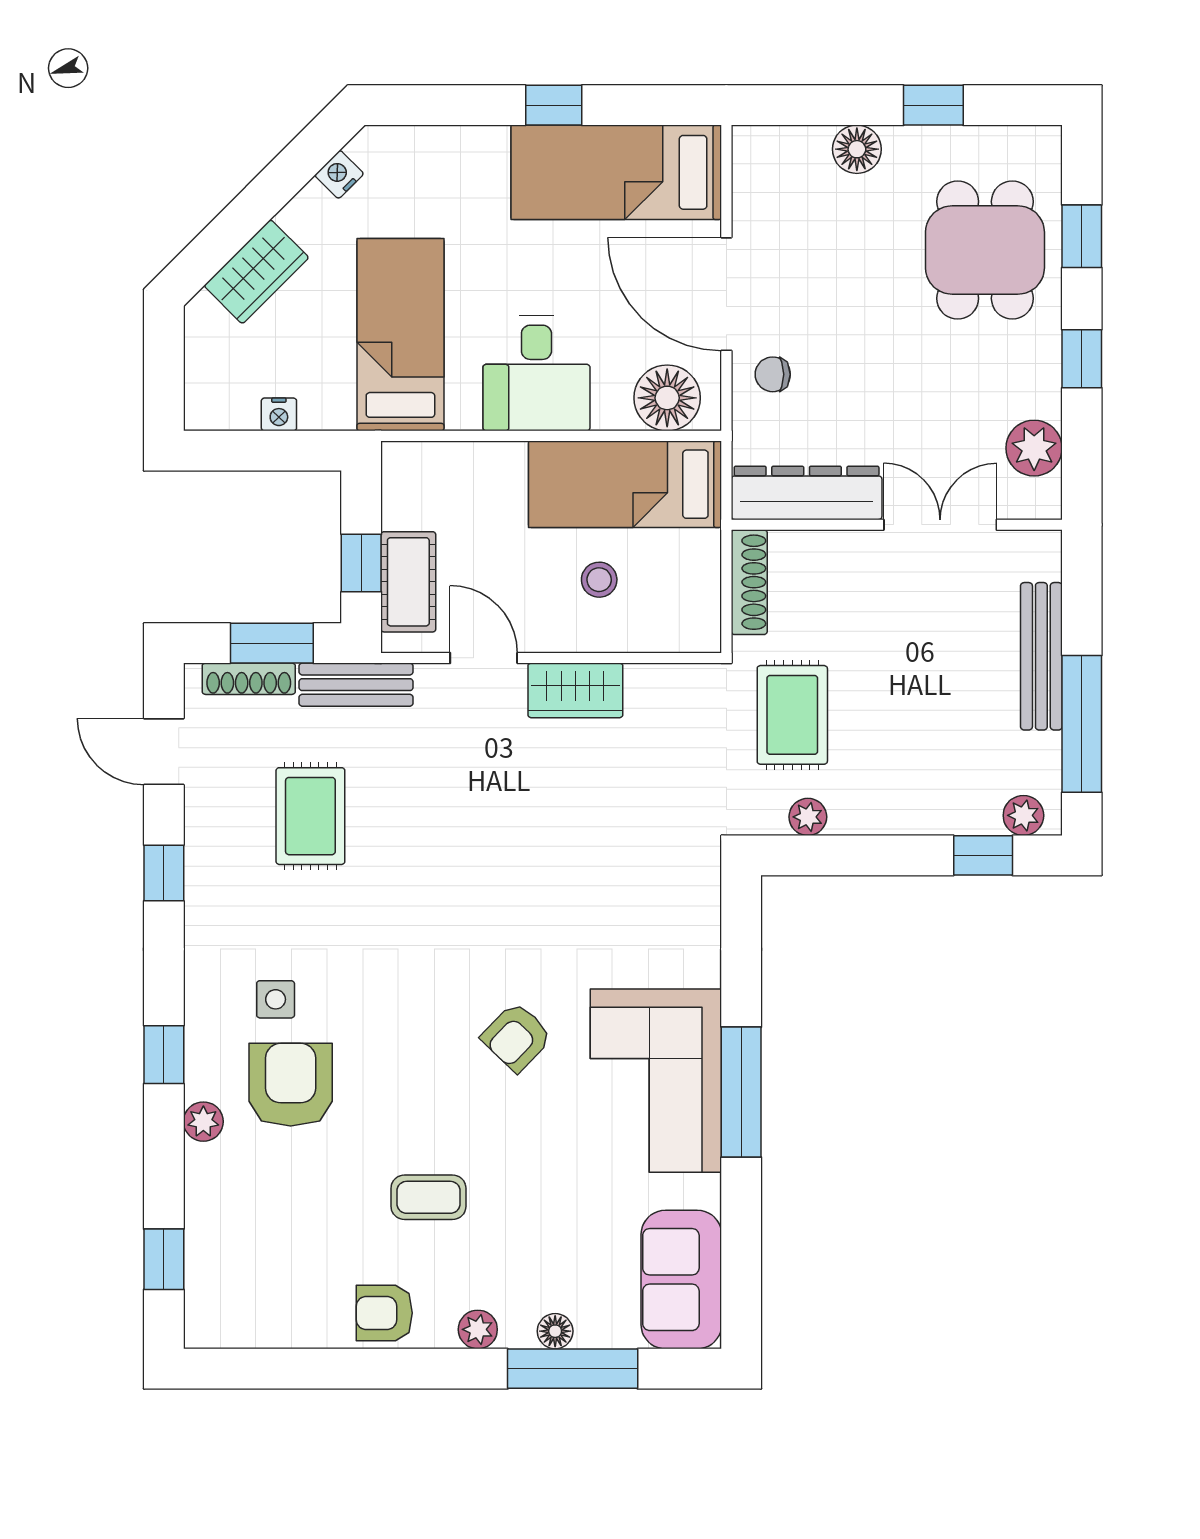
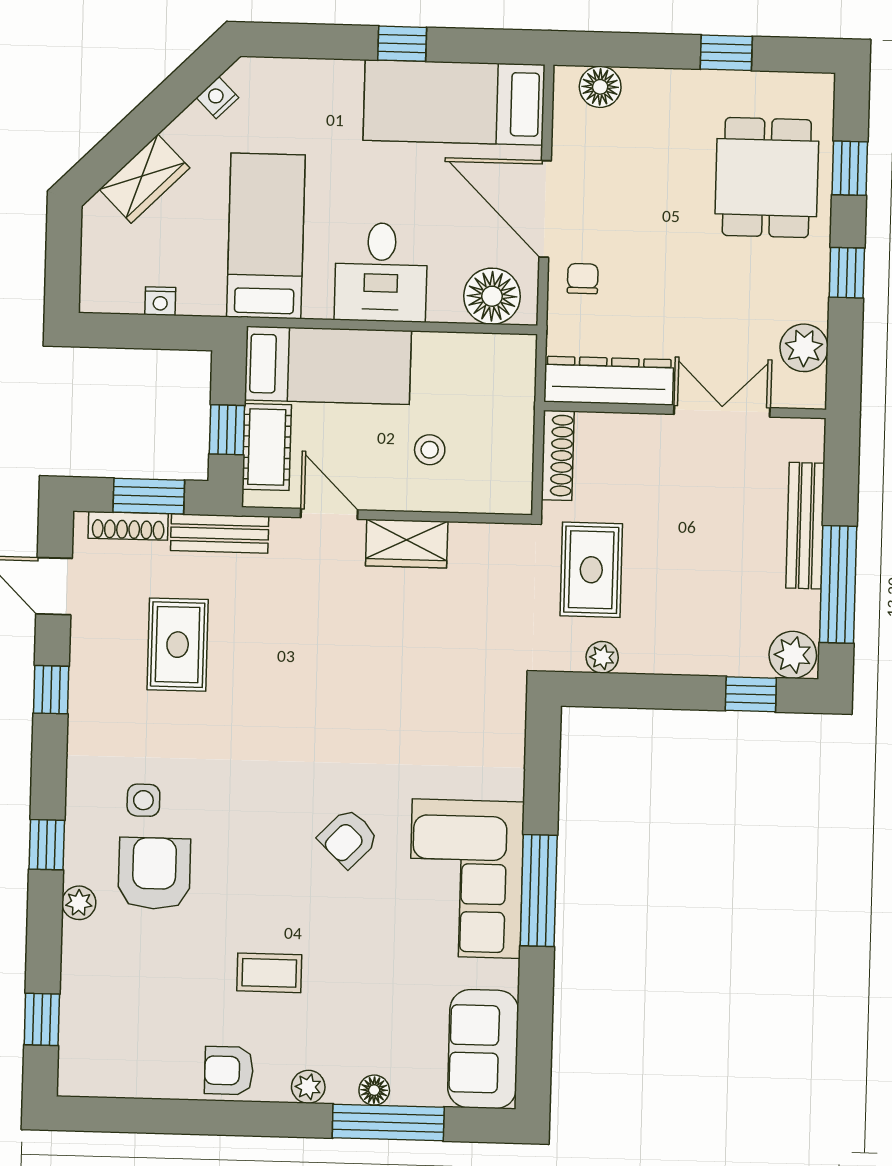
floor lamp: (857, 149) -> (600, 87), moved
chair: (773, 374) -> (583, 279), turned 90
bed: (625, 484) -> (328, 365), moved, turned 180
plant: (1023, 815) -> (793, 655), width x1.38, depth x1.38

